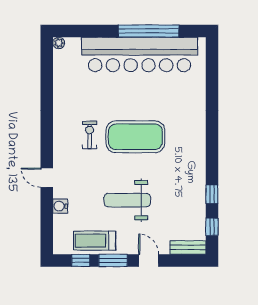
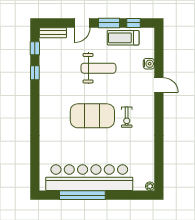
treadmill: (95, 241) -> (123, 38), turned 180
door: (149, 260) -> (82, 23), hinge flipped

